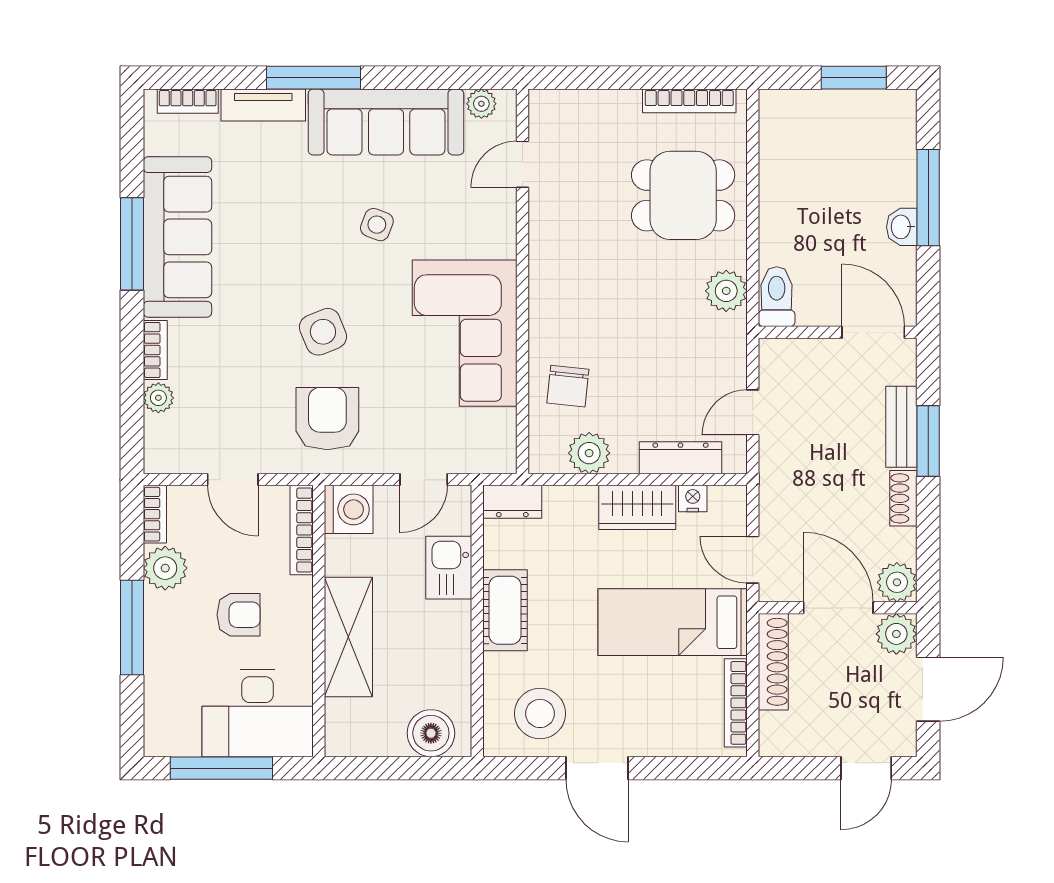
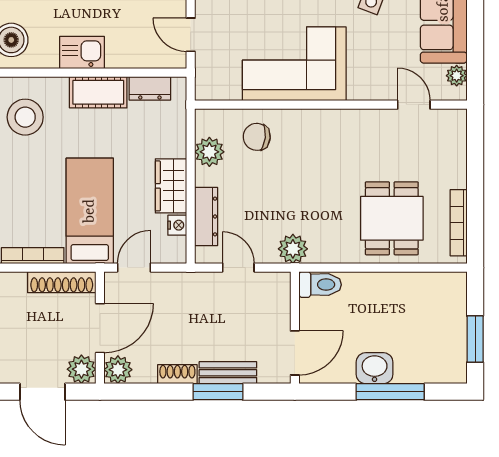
washbasin: (902, 227) -> (375, 368), width x1.38, depth x1.45
plant: (726, 291) -> (293, 249), moved
dresser: (512, 502) -> (150, 88), moved, turned -90
kitchen sink: (449, 568) -> (82, 52), moved

